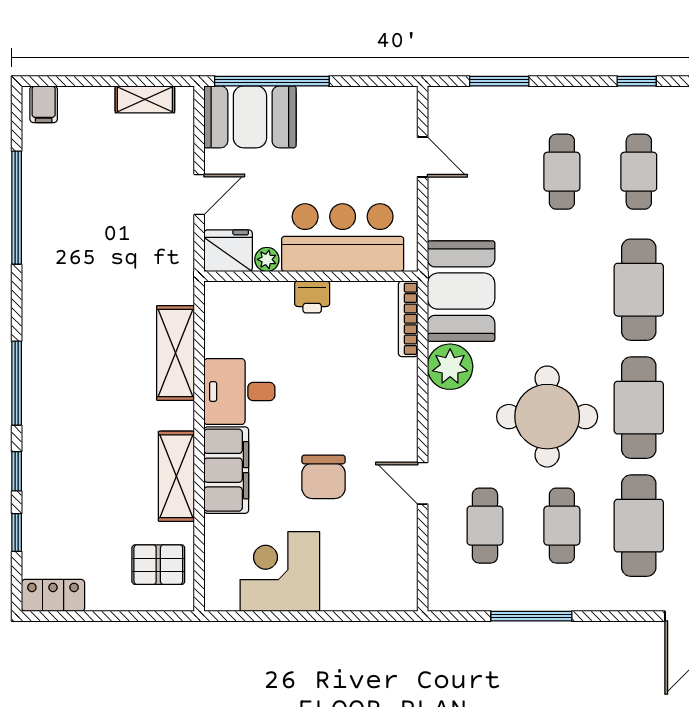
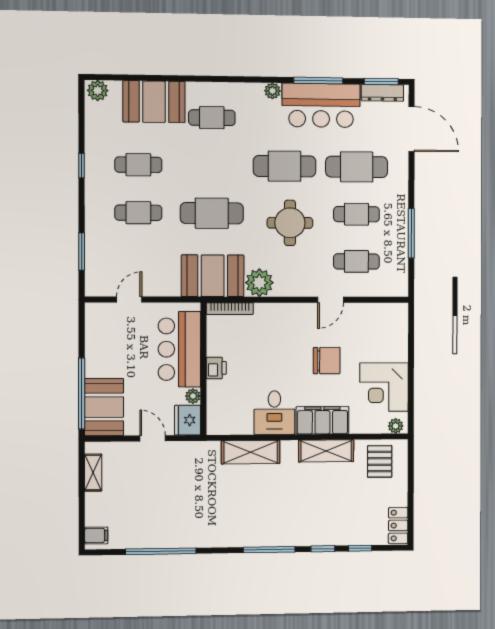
cafe table: (639, 290) -> (212, 213), moved
round table: (547, 417) -> (290, 223), width x0.73, depth x0.73
plant: (216, 591) -> (396, 426), added

